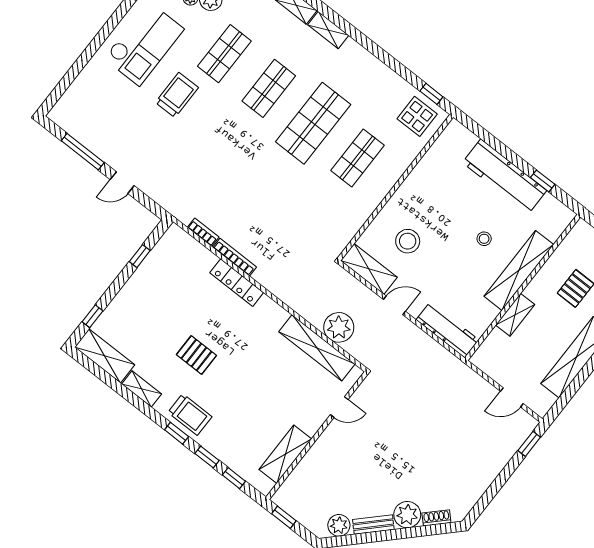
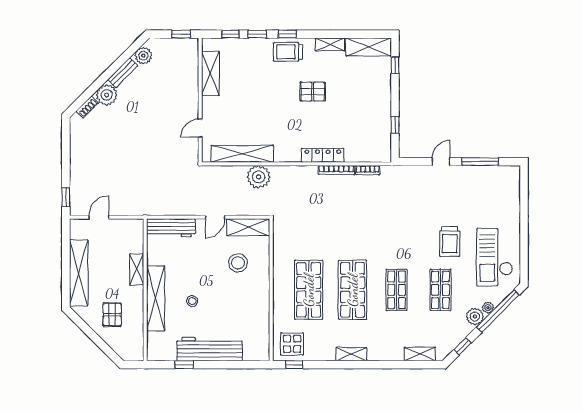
shelving: (328, 30) -> (351, 354), moved
shop shelf: (358, 158) -> (309, 290), width x1.43, depth x1.36
plant: (339, 327) -> (259, 177), moved

